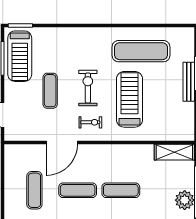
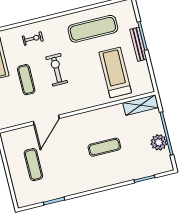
treadmill: (130, 99) -> (115, 72), moved
exercise bike: (90, 122) -> (33, 39), moved
exercise mat: (78, 190) -> (69, 156), removed

